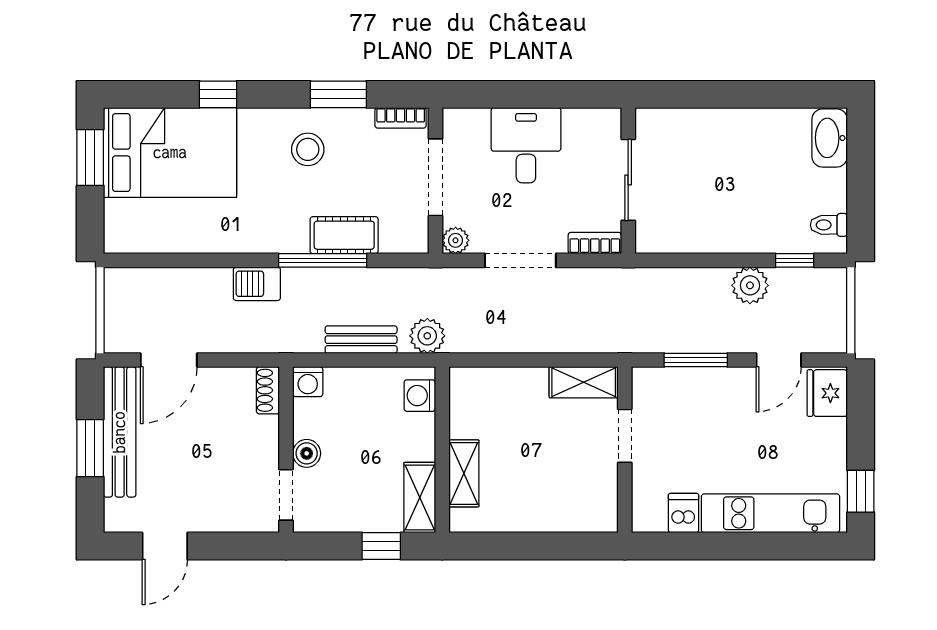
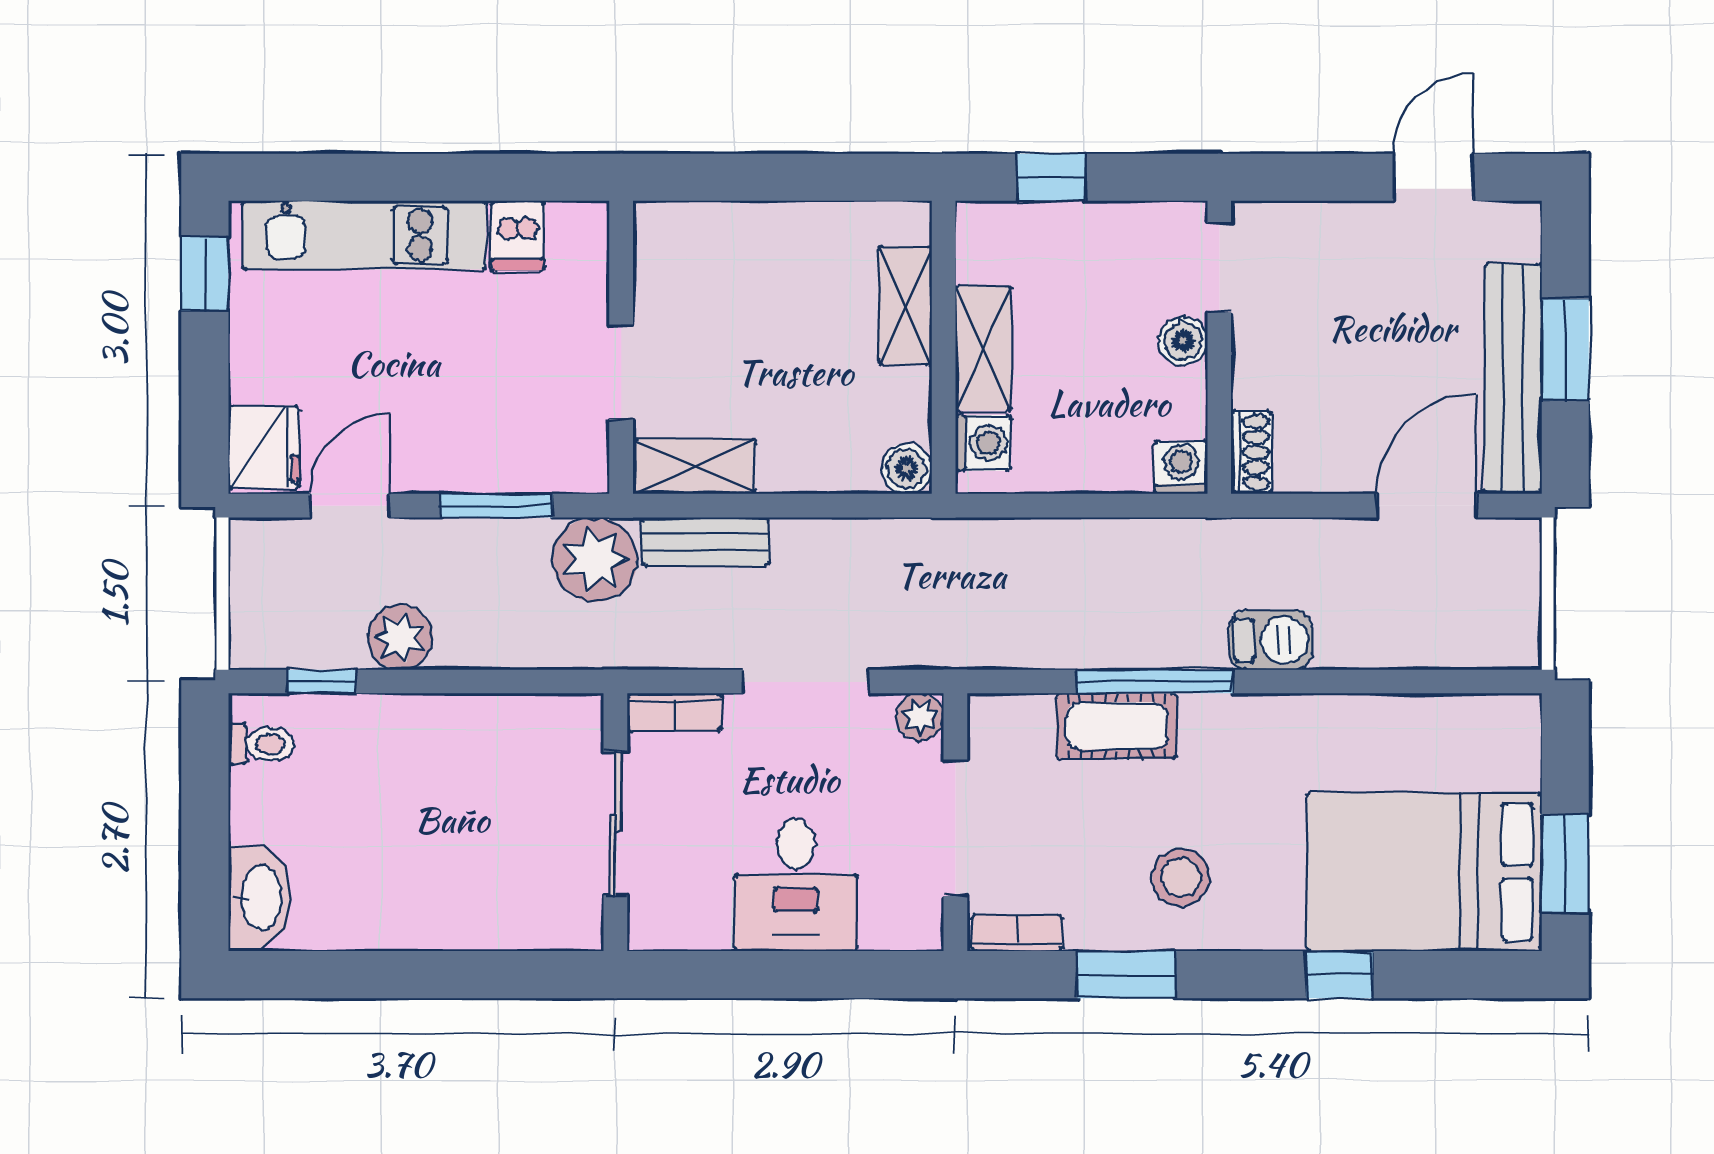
plant: (427, 336) -> (595, 560), moved, width x1.36, depth x1.36
bench: (361, 340) -> (705, 542), moved
boiler: (463, 381) -> (907, 469), added
shelving: (420, 498) -> (983, 348), moved

